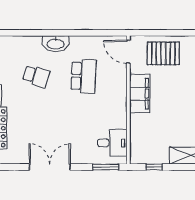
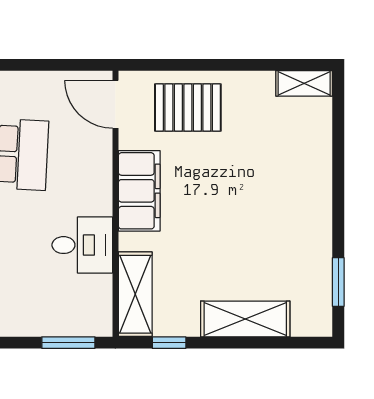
desk: (112, 143) -> (82, 245), moved
shelving: (138, 144) -> (135, 294), added

